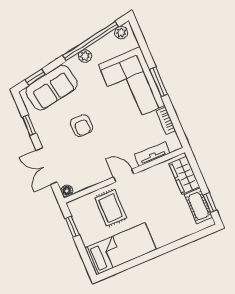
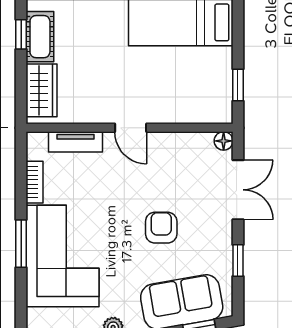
rug: (111, 208) -> (170, 88), removed

